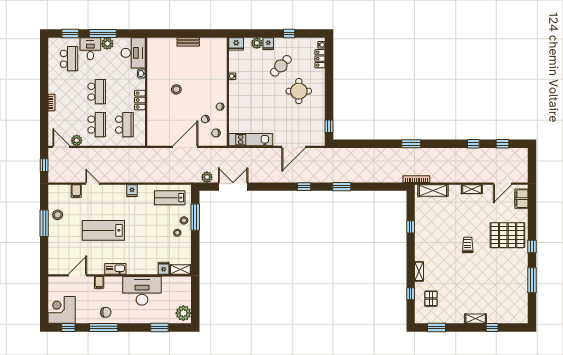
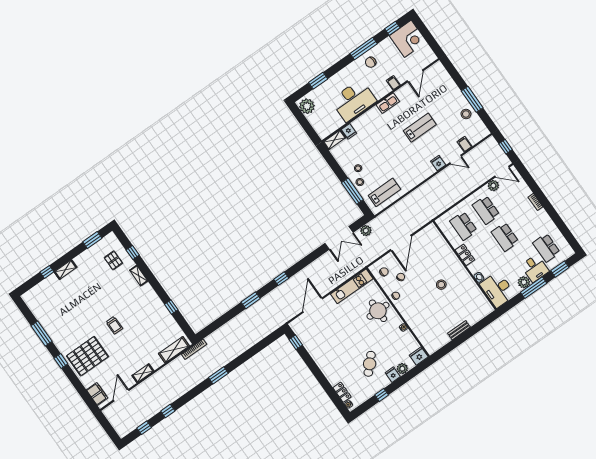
round table: (299, 91) -> (378, 311), moved
fridge: (132, 191) -> (438, 163), moved
lab bench: (103, 230) -> (420, 128), width x0.73, depth x0.72

